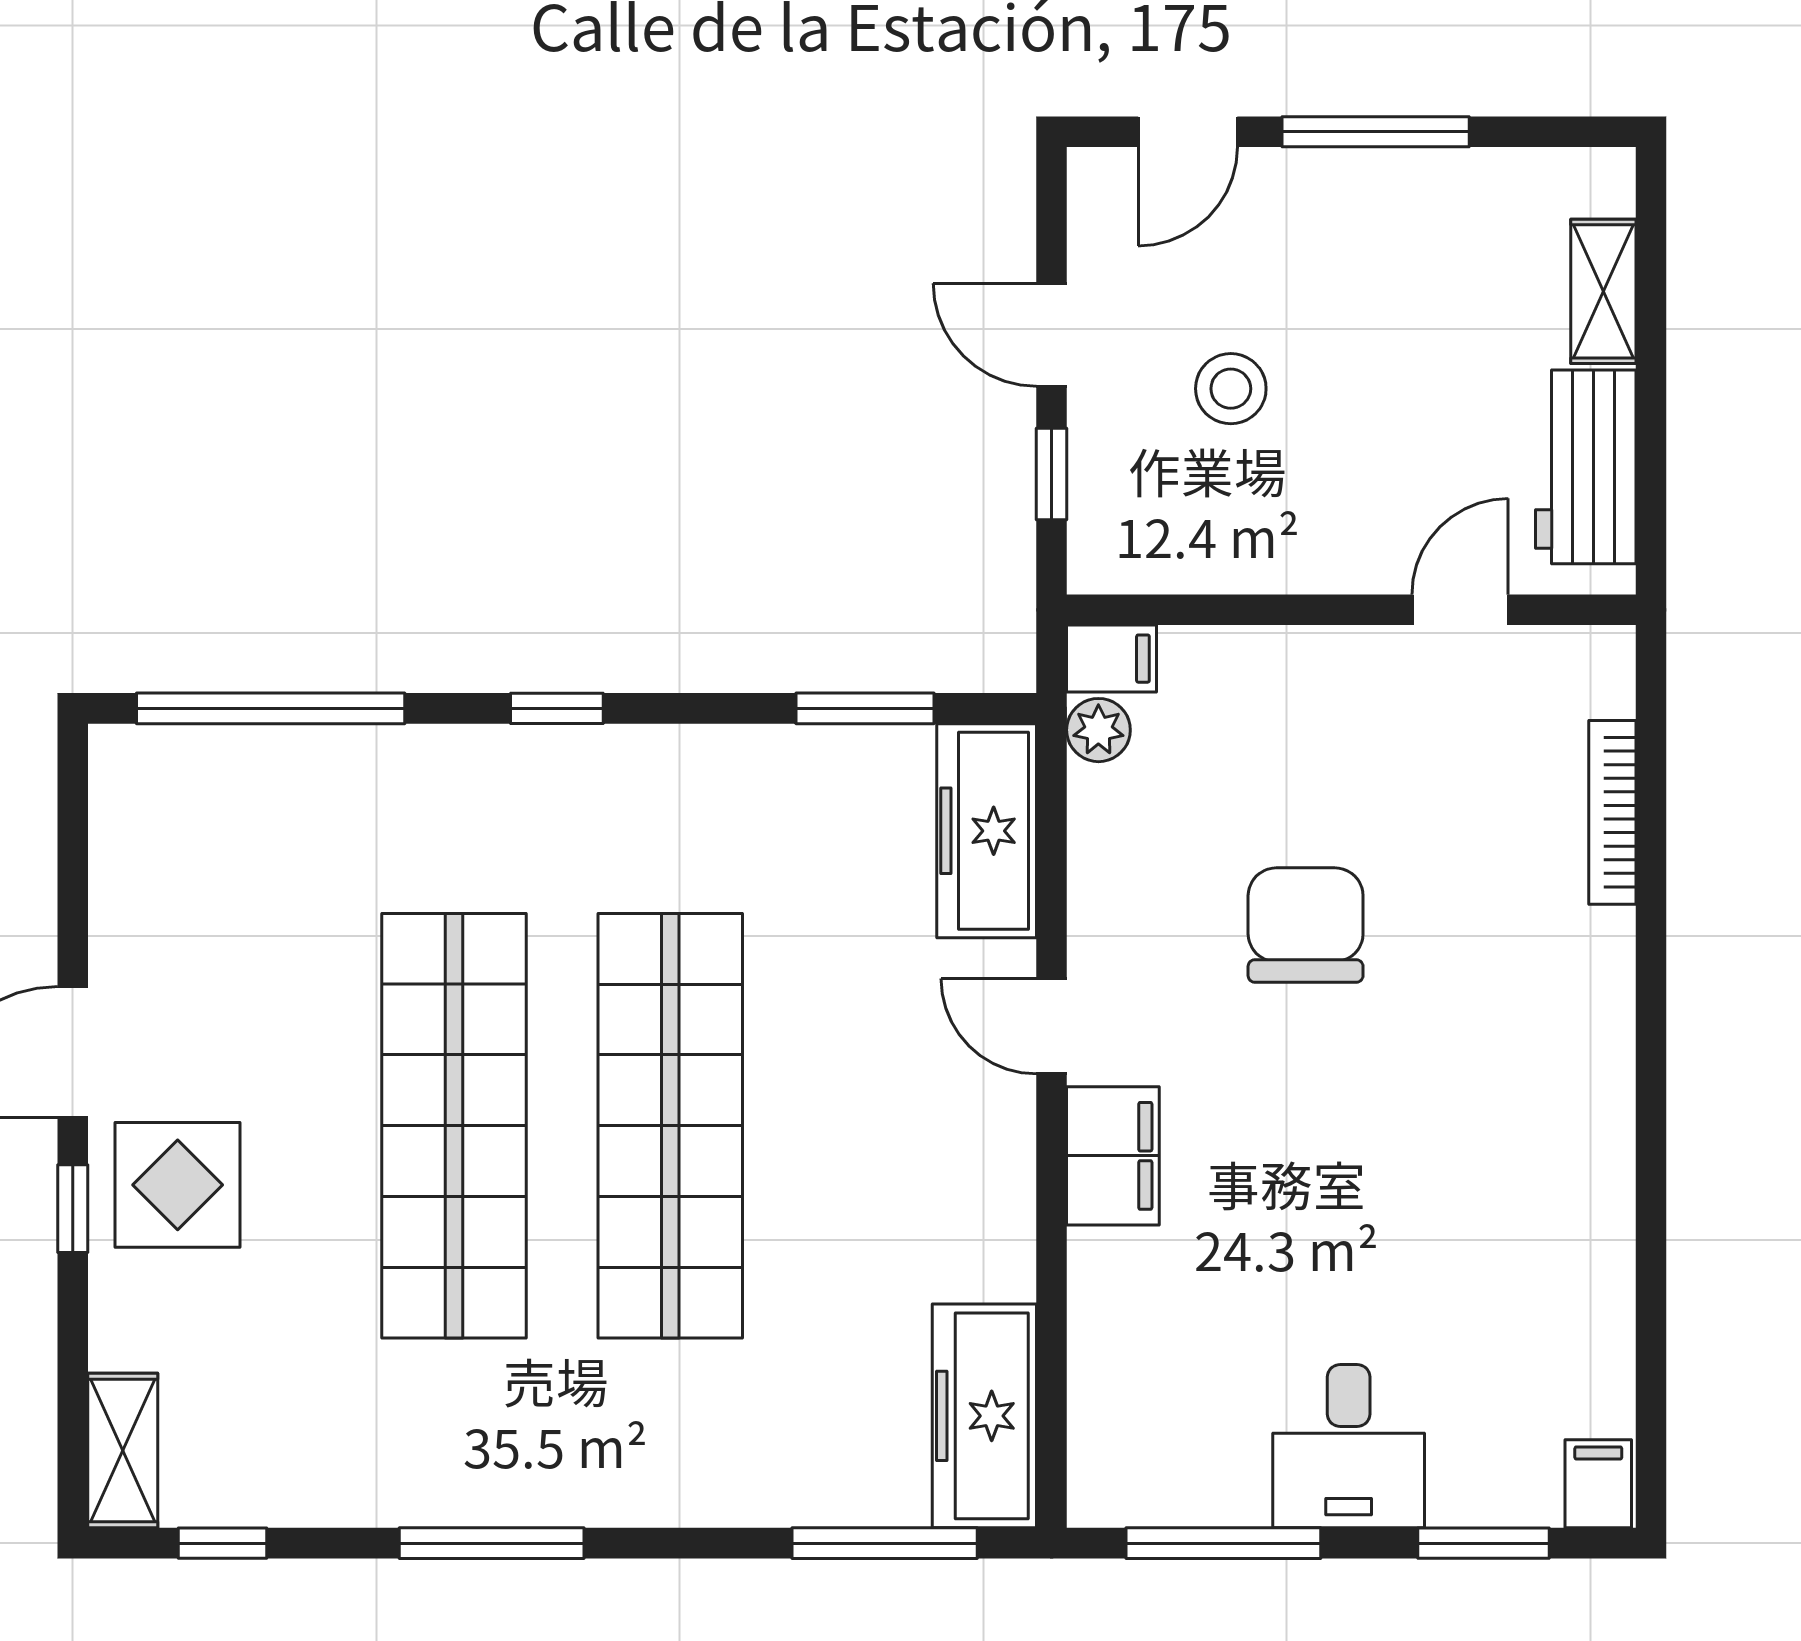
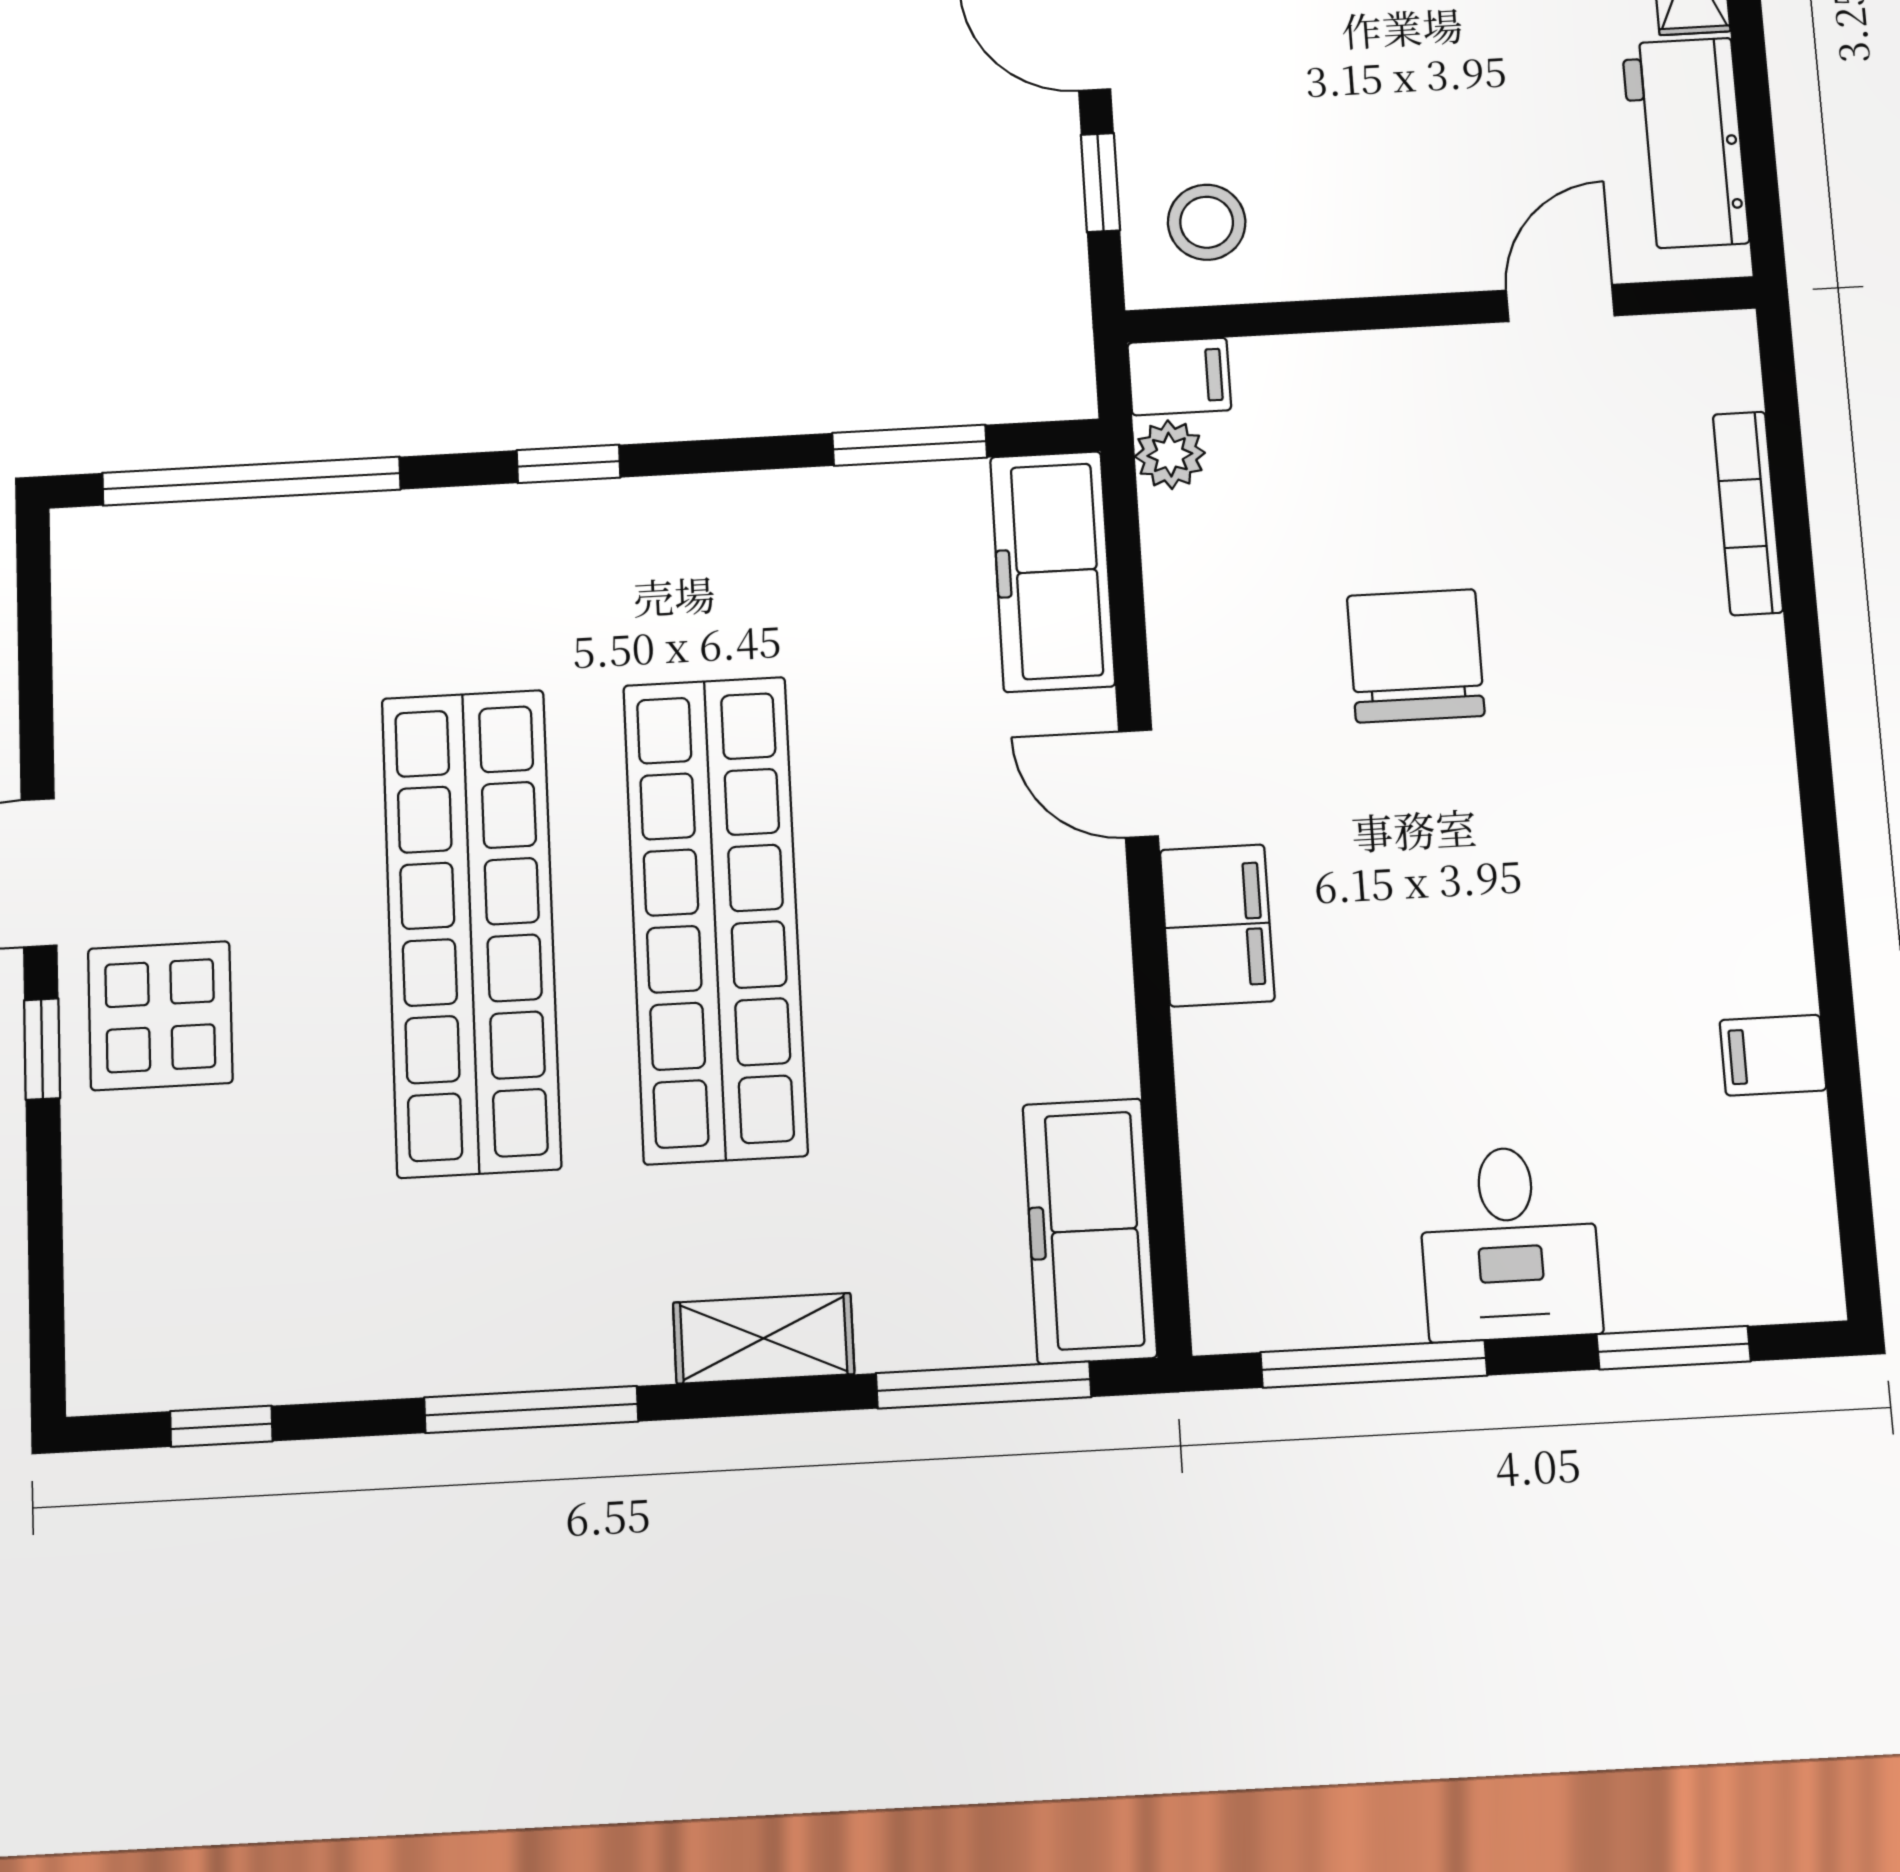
stool: (1231, 389) -> (1207, 222), moved
shelving: (123, 1451) -> (764, 1338), moved, turned 90
filing cabinet: (1598, 1484) -> (1773, 1055), moved, turned -90

